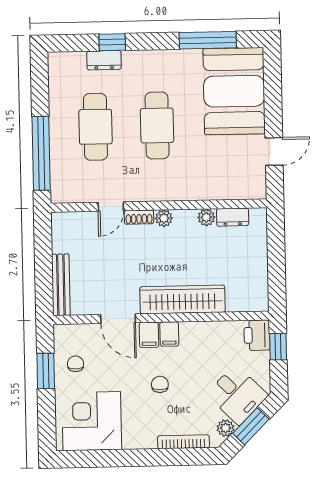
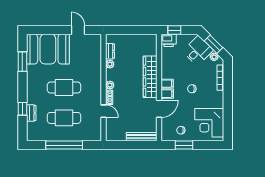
window: (208, 40) -> (22, 62), width x0.69
window: (41, 153) -> (64, 145), moved

